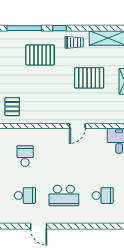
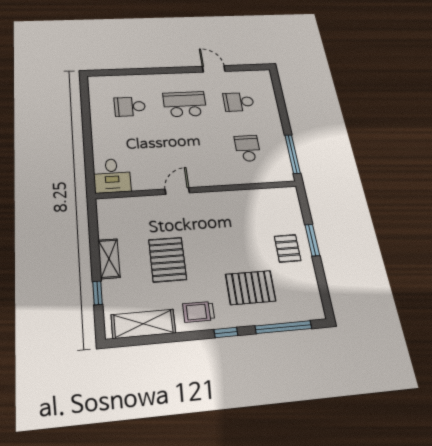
pallet: (89, 78) -> (167, 259), turned 90
pallet: (12, 107) -> (288, 248), moved
school desk: (25, 156) -> (248, 148), turned 180

